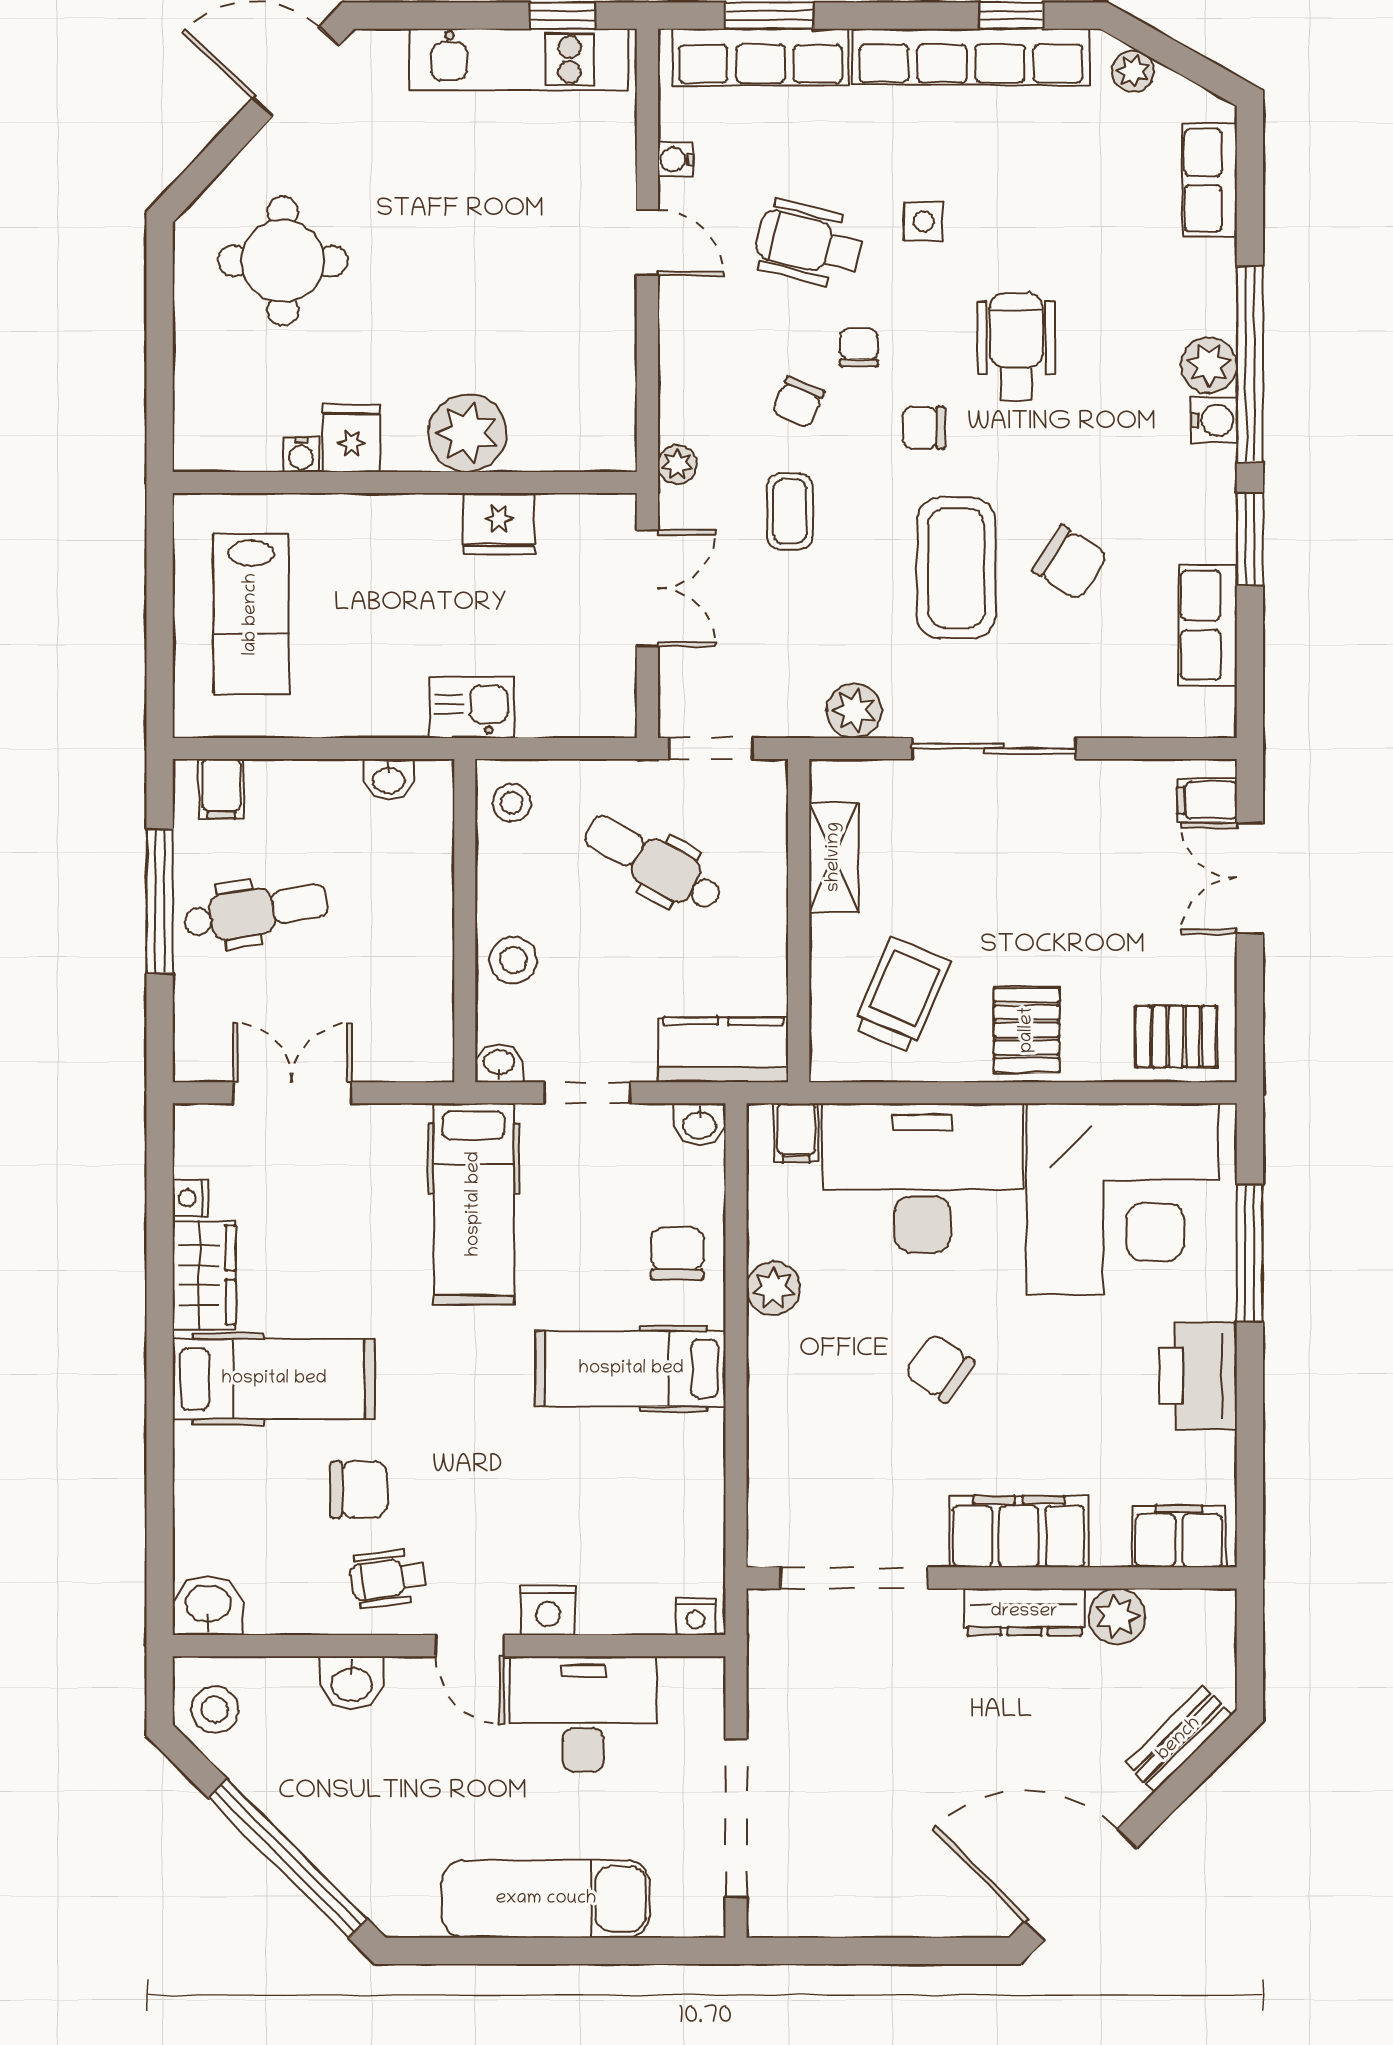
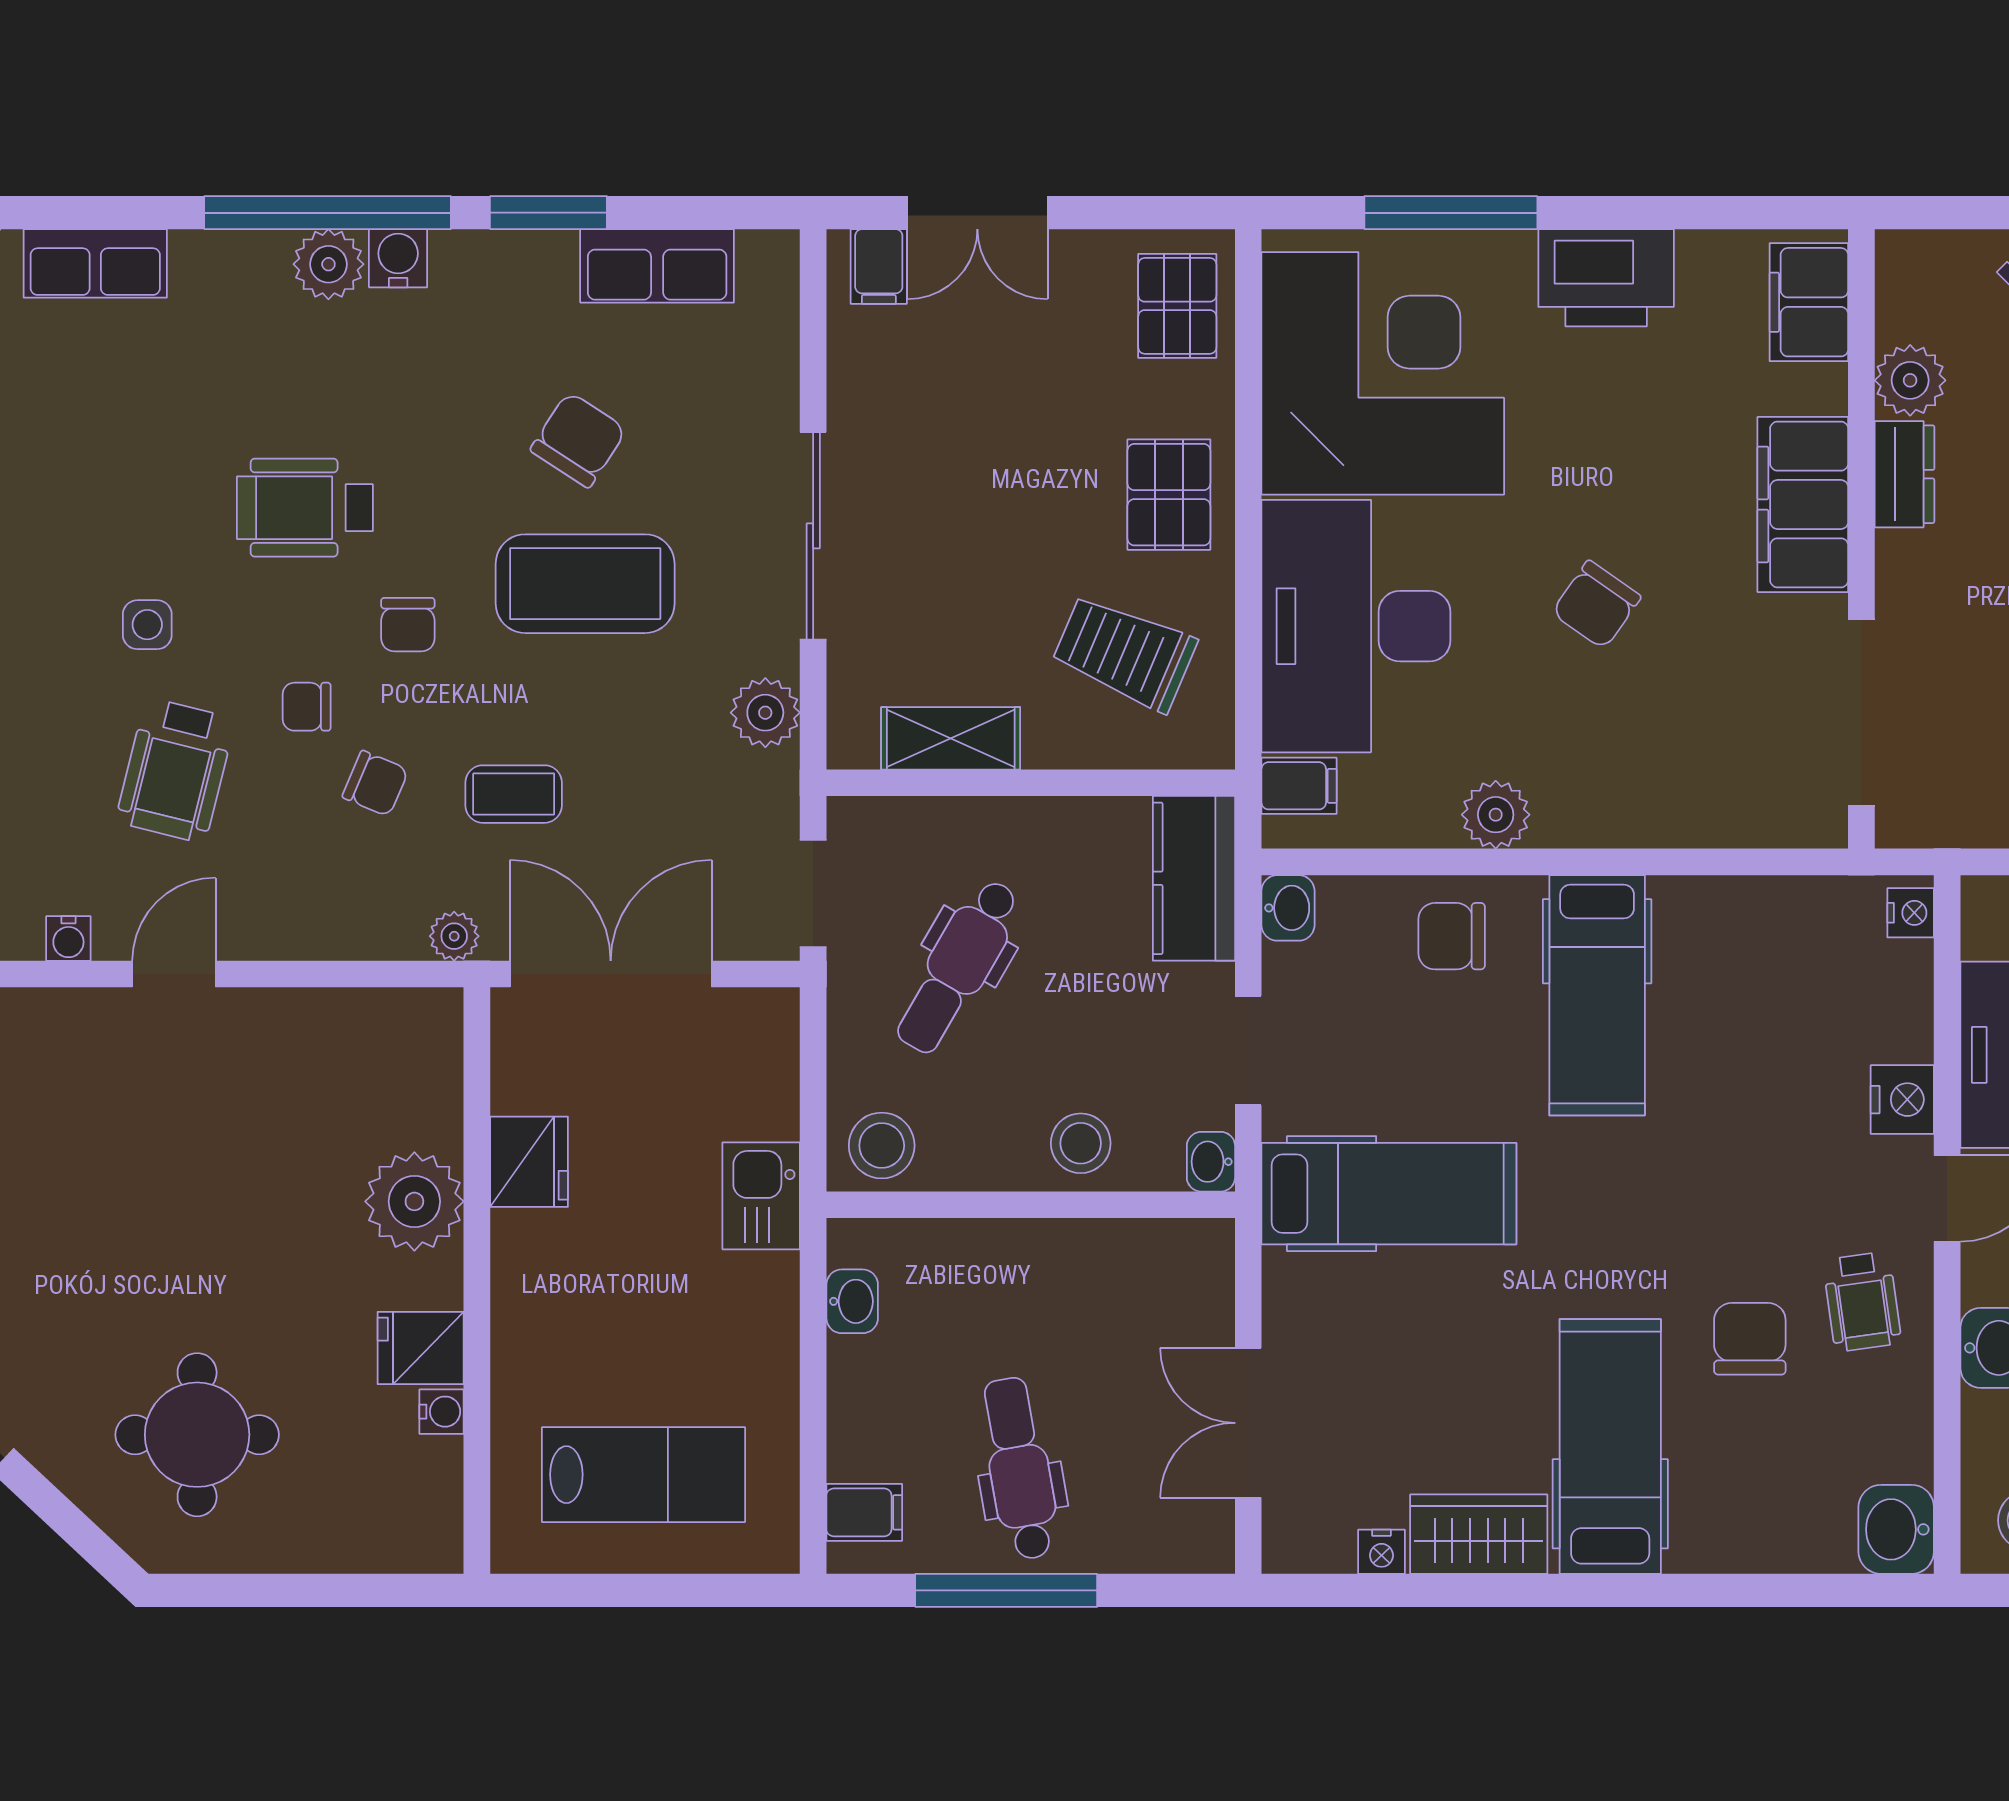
double door: (647, 588) -> (611, 974), width x1.37
stool: (512, 803) -> (882, 1146), width x1.37, depth x1.37
pallet: (1027, 1030) -> (1169, 495), turned 90
dresser: (1024, 1612) -> (1904, 474), width x0.70

